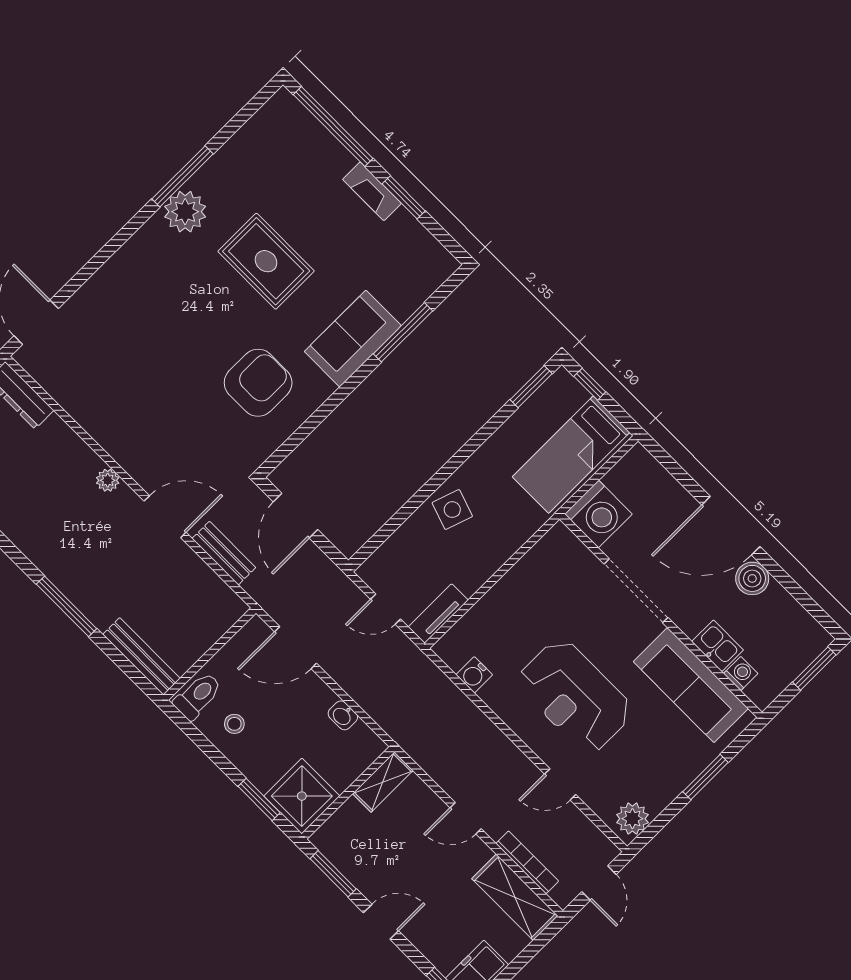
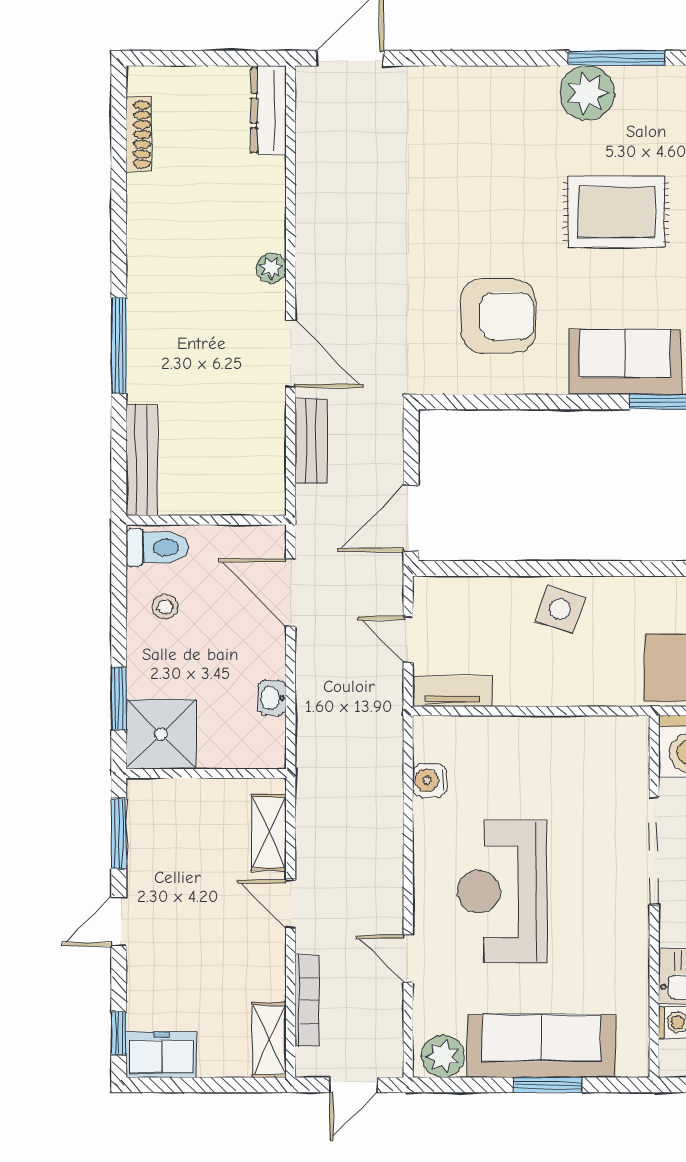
rug: (266, 261) -> (616, 212), turned 90
door: (296, 516) -> (411, 518), moved
sofa: (691, 685) -> (541, 1046), moved, turned 90
shelving: (383, 782) -> (269, 832), moved, turned 90
shelving: (515, 897) -> (269, 1040), width x0.67, depth x0.75
door: (381, 922) -> (119, 921), swing flipped

